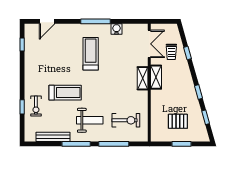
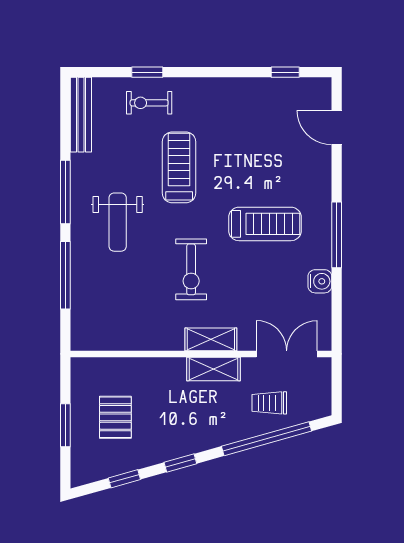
double door: (149, 44) -> (287, 354), swing flipped
window: (188, 53) -> (267, 439), width x3.17
treadmill: (65, 93) -> (179, 167), turned 180
exercise bike: (126, 120) -> (191, 269), moved
bench: (53, 137) -> (81, 115), moved

